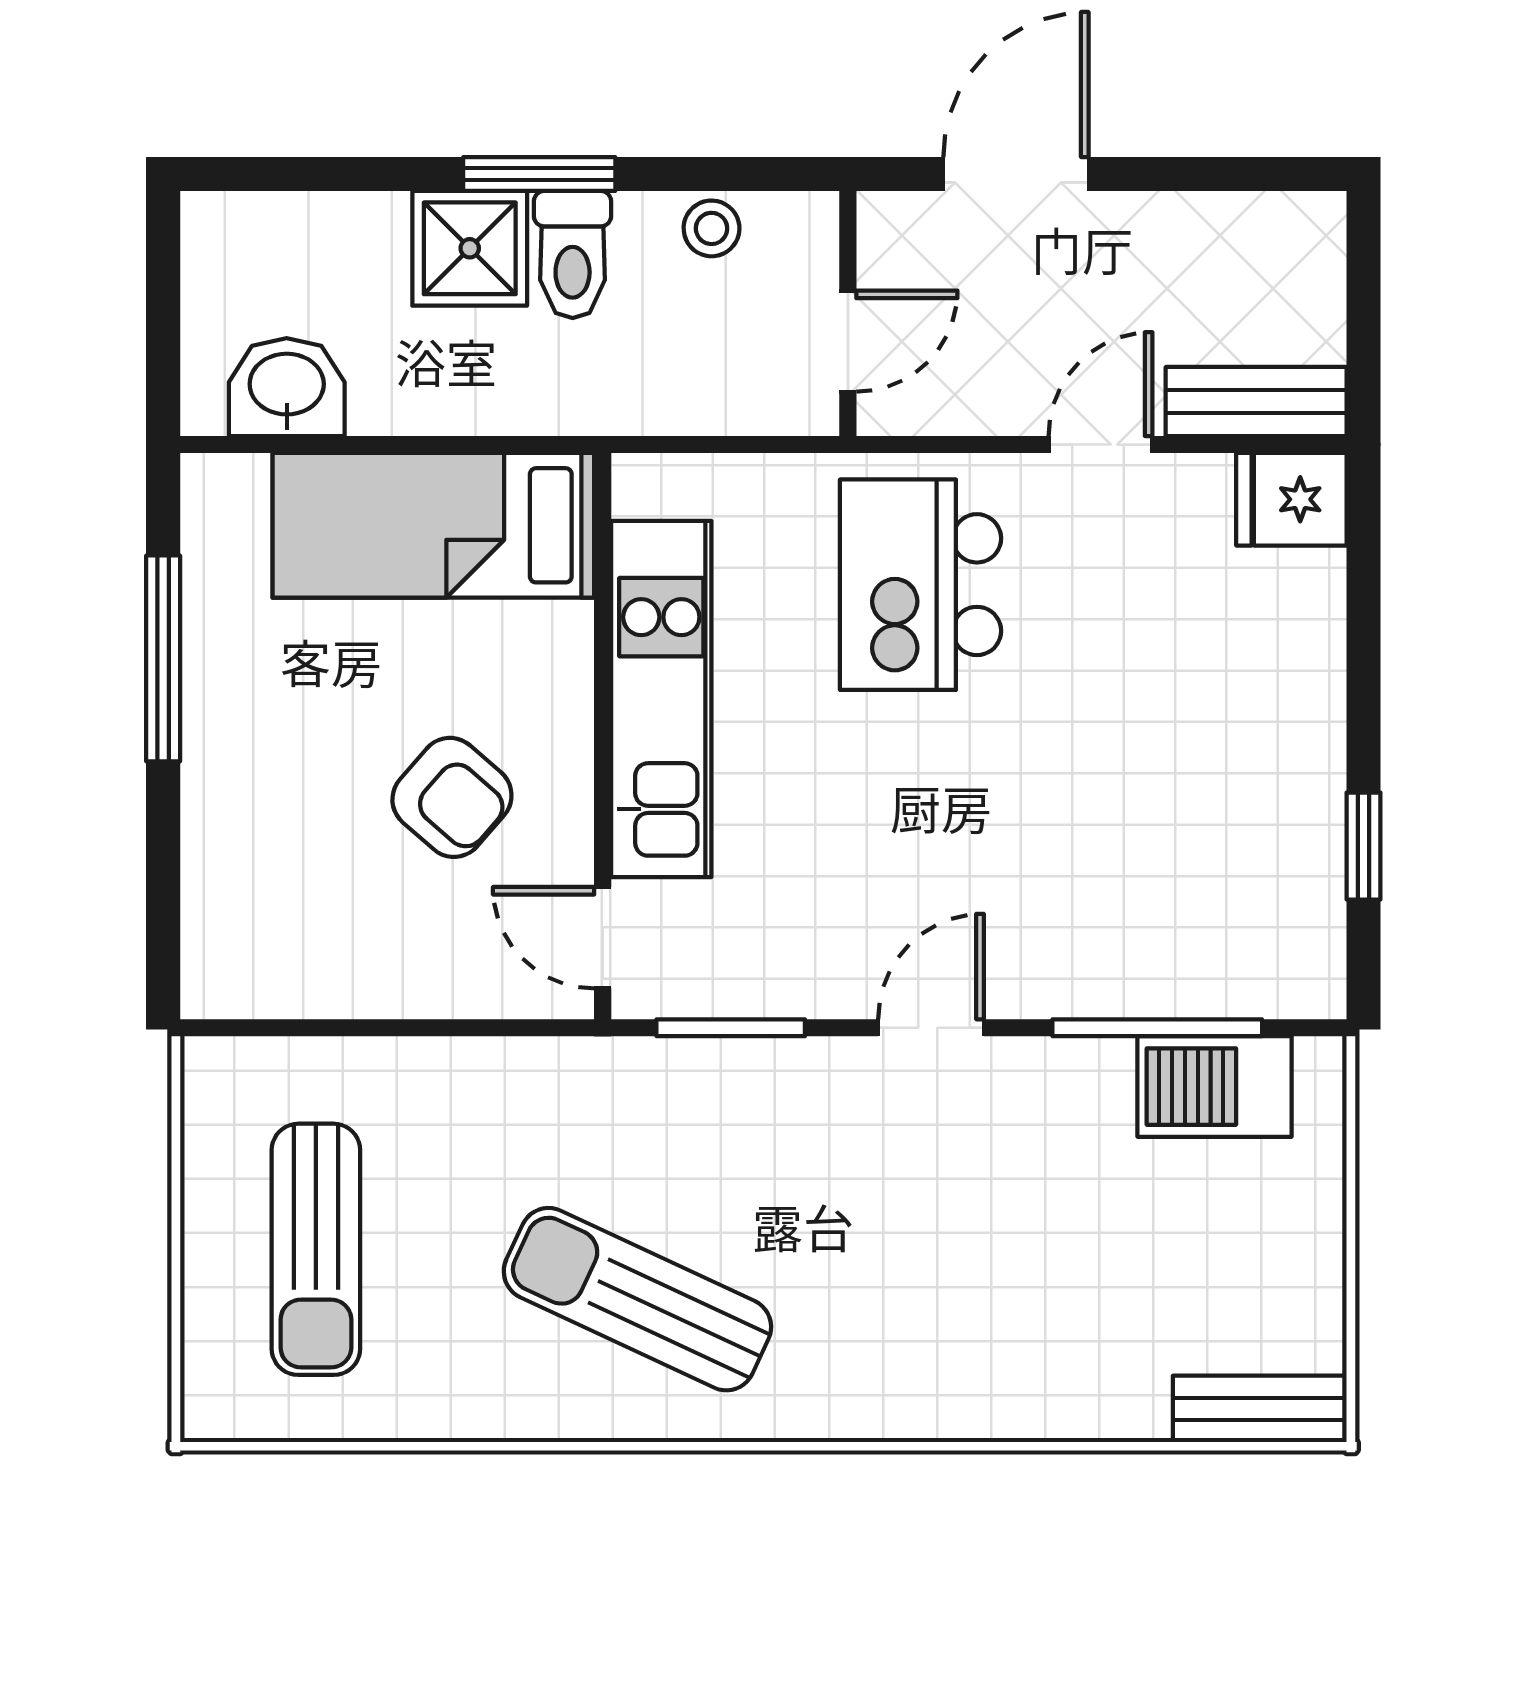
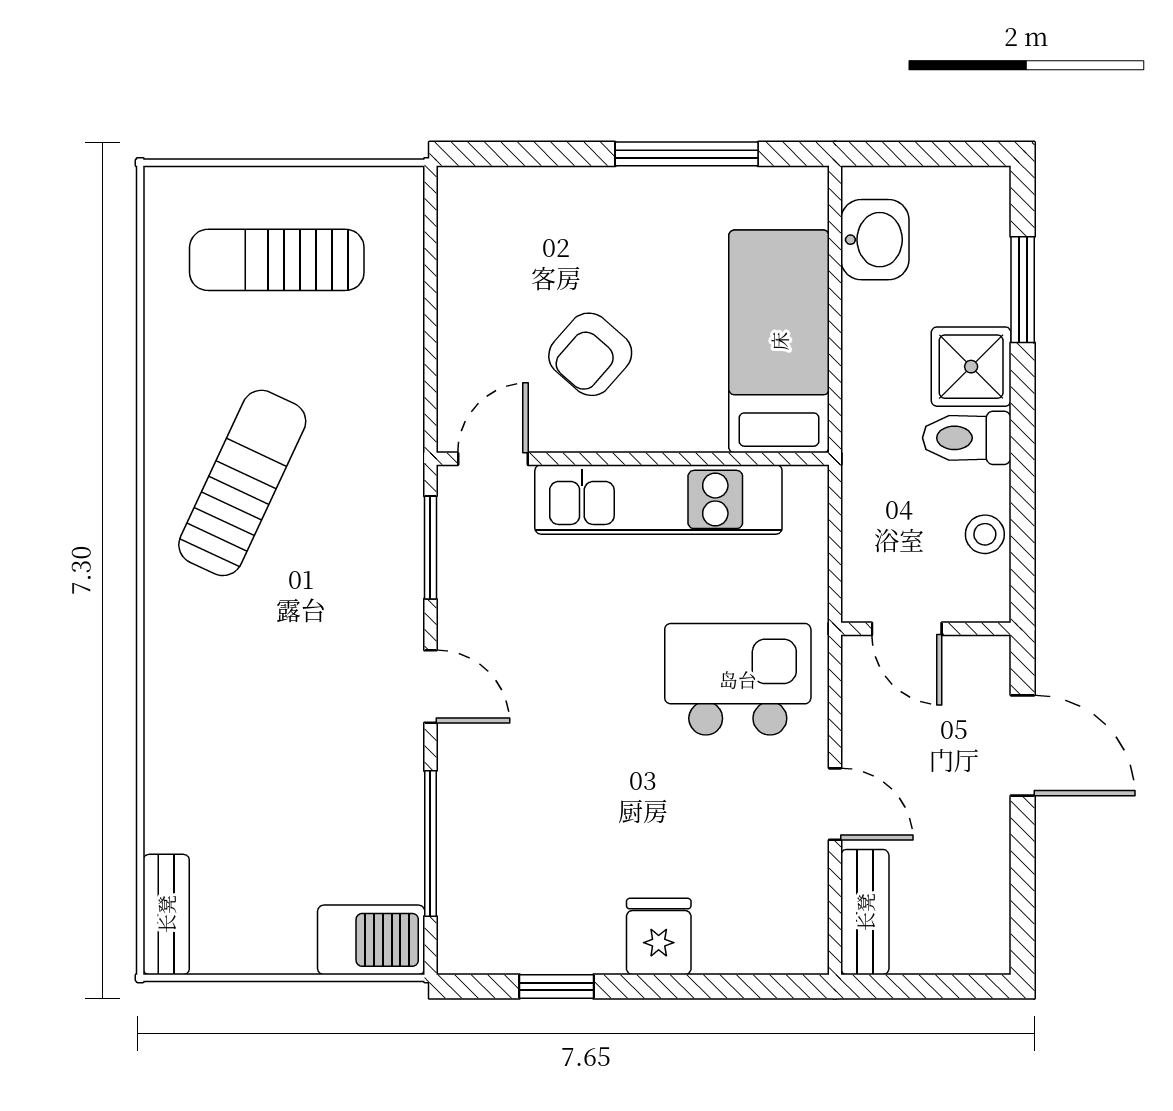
window: (539, 174) -> (1023, 290), moved
fridge: (1291, 499) -> (659, 936), moved
barbecue: (1214, 1087) -> (371, 940), moved, turned 90

